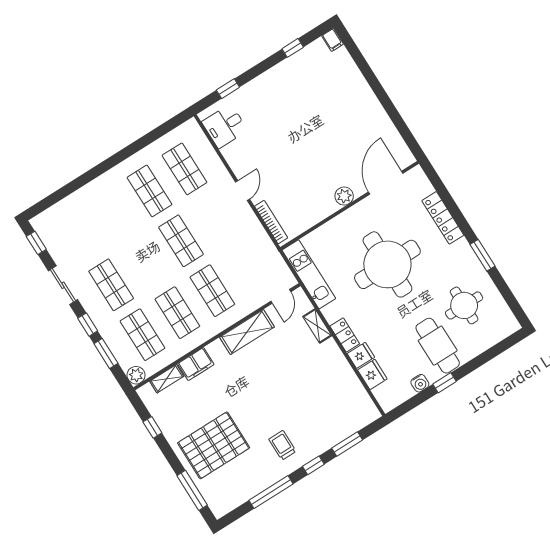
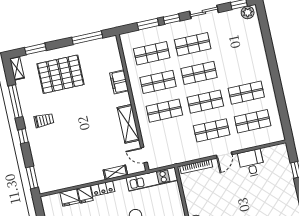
desk: (225, 126) -> (251, 163), moved
door: (242, 191) -> (224, 155), hinge flipped
shop shelf: (216, 219) -> (212, 130), added
shop shelf: (146, 263) -> (199, 73), added
plant: (136, 375) -> (248, 12), moved
shelving: (167, 379) -> (17, 68), moved
window: (152, 427) -> (87, 38), width x2.17
window: (347, 444) -> (32, 177), moved
pallet: (214, 445) -> (60, 74), turned 90
window: (192, 490) -> (35, 49), width x0.69

